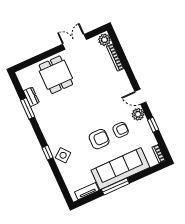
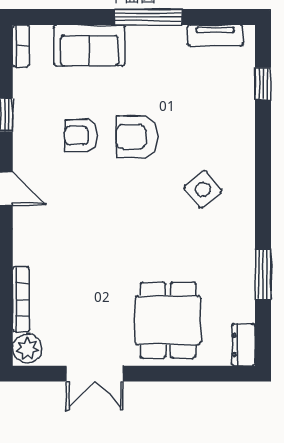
dresser: (31, 97) -> (243, 345), moved
plant: (138, 114) -> (27, 153), removed
window: (48, 153) -> (263, 84), moved
side table: (63, 155) -> (203, 189), moved
sofa: (120, 169) -> (89, 45), width x0.54, depth x0.79

